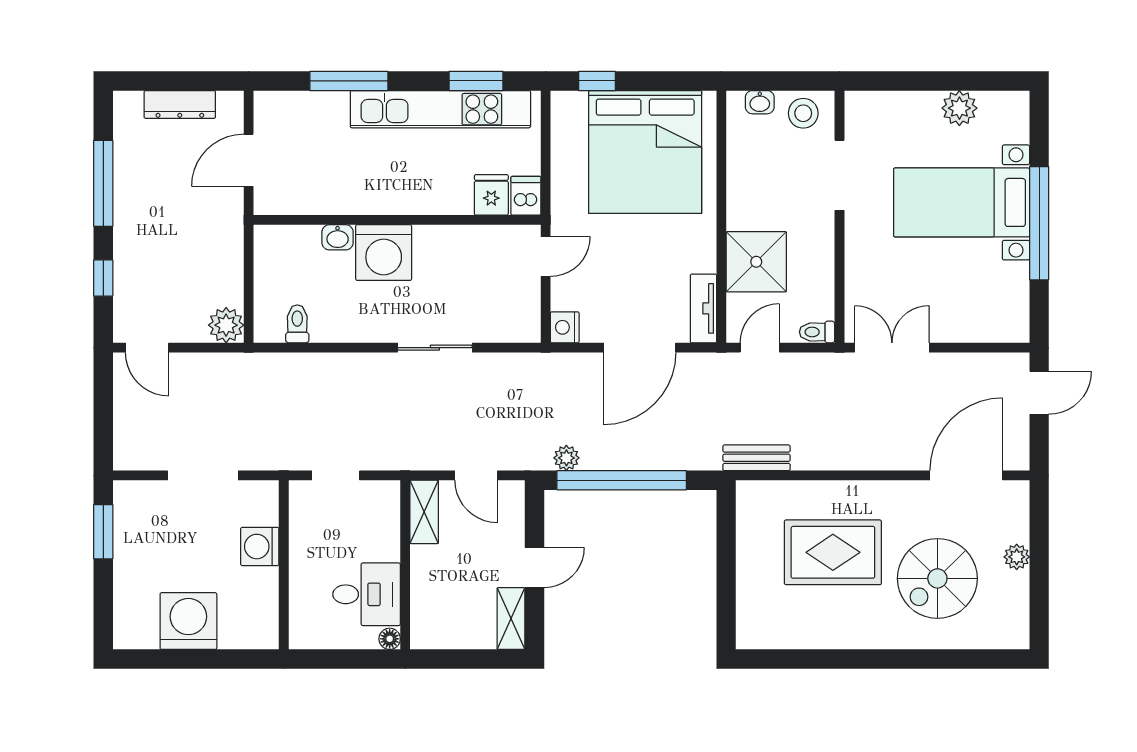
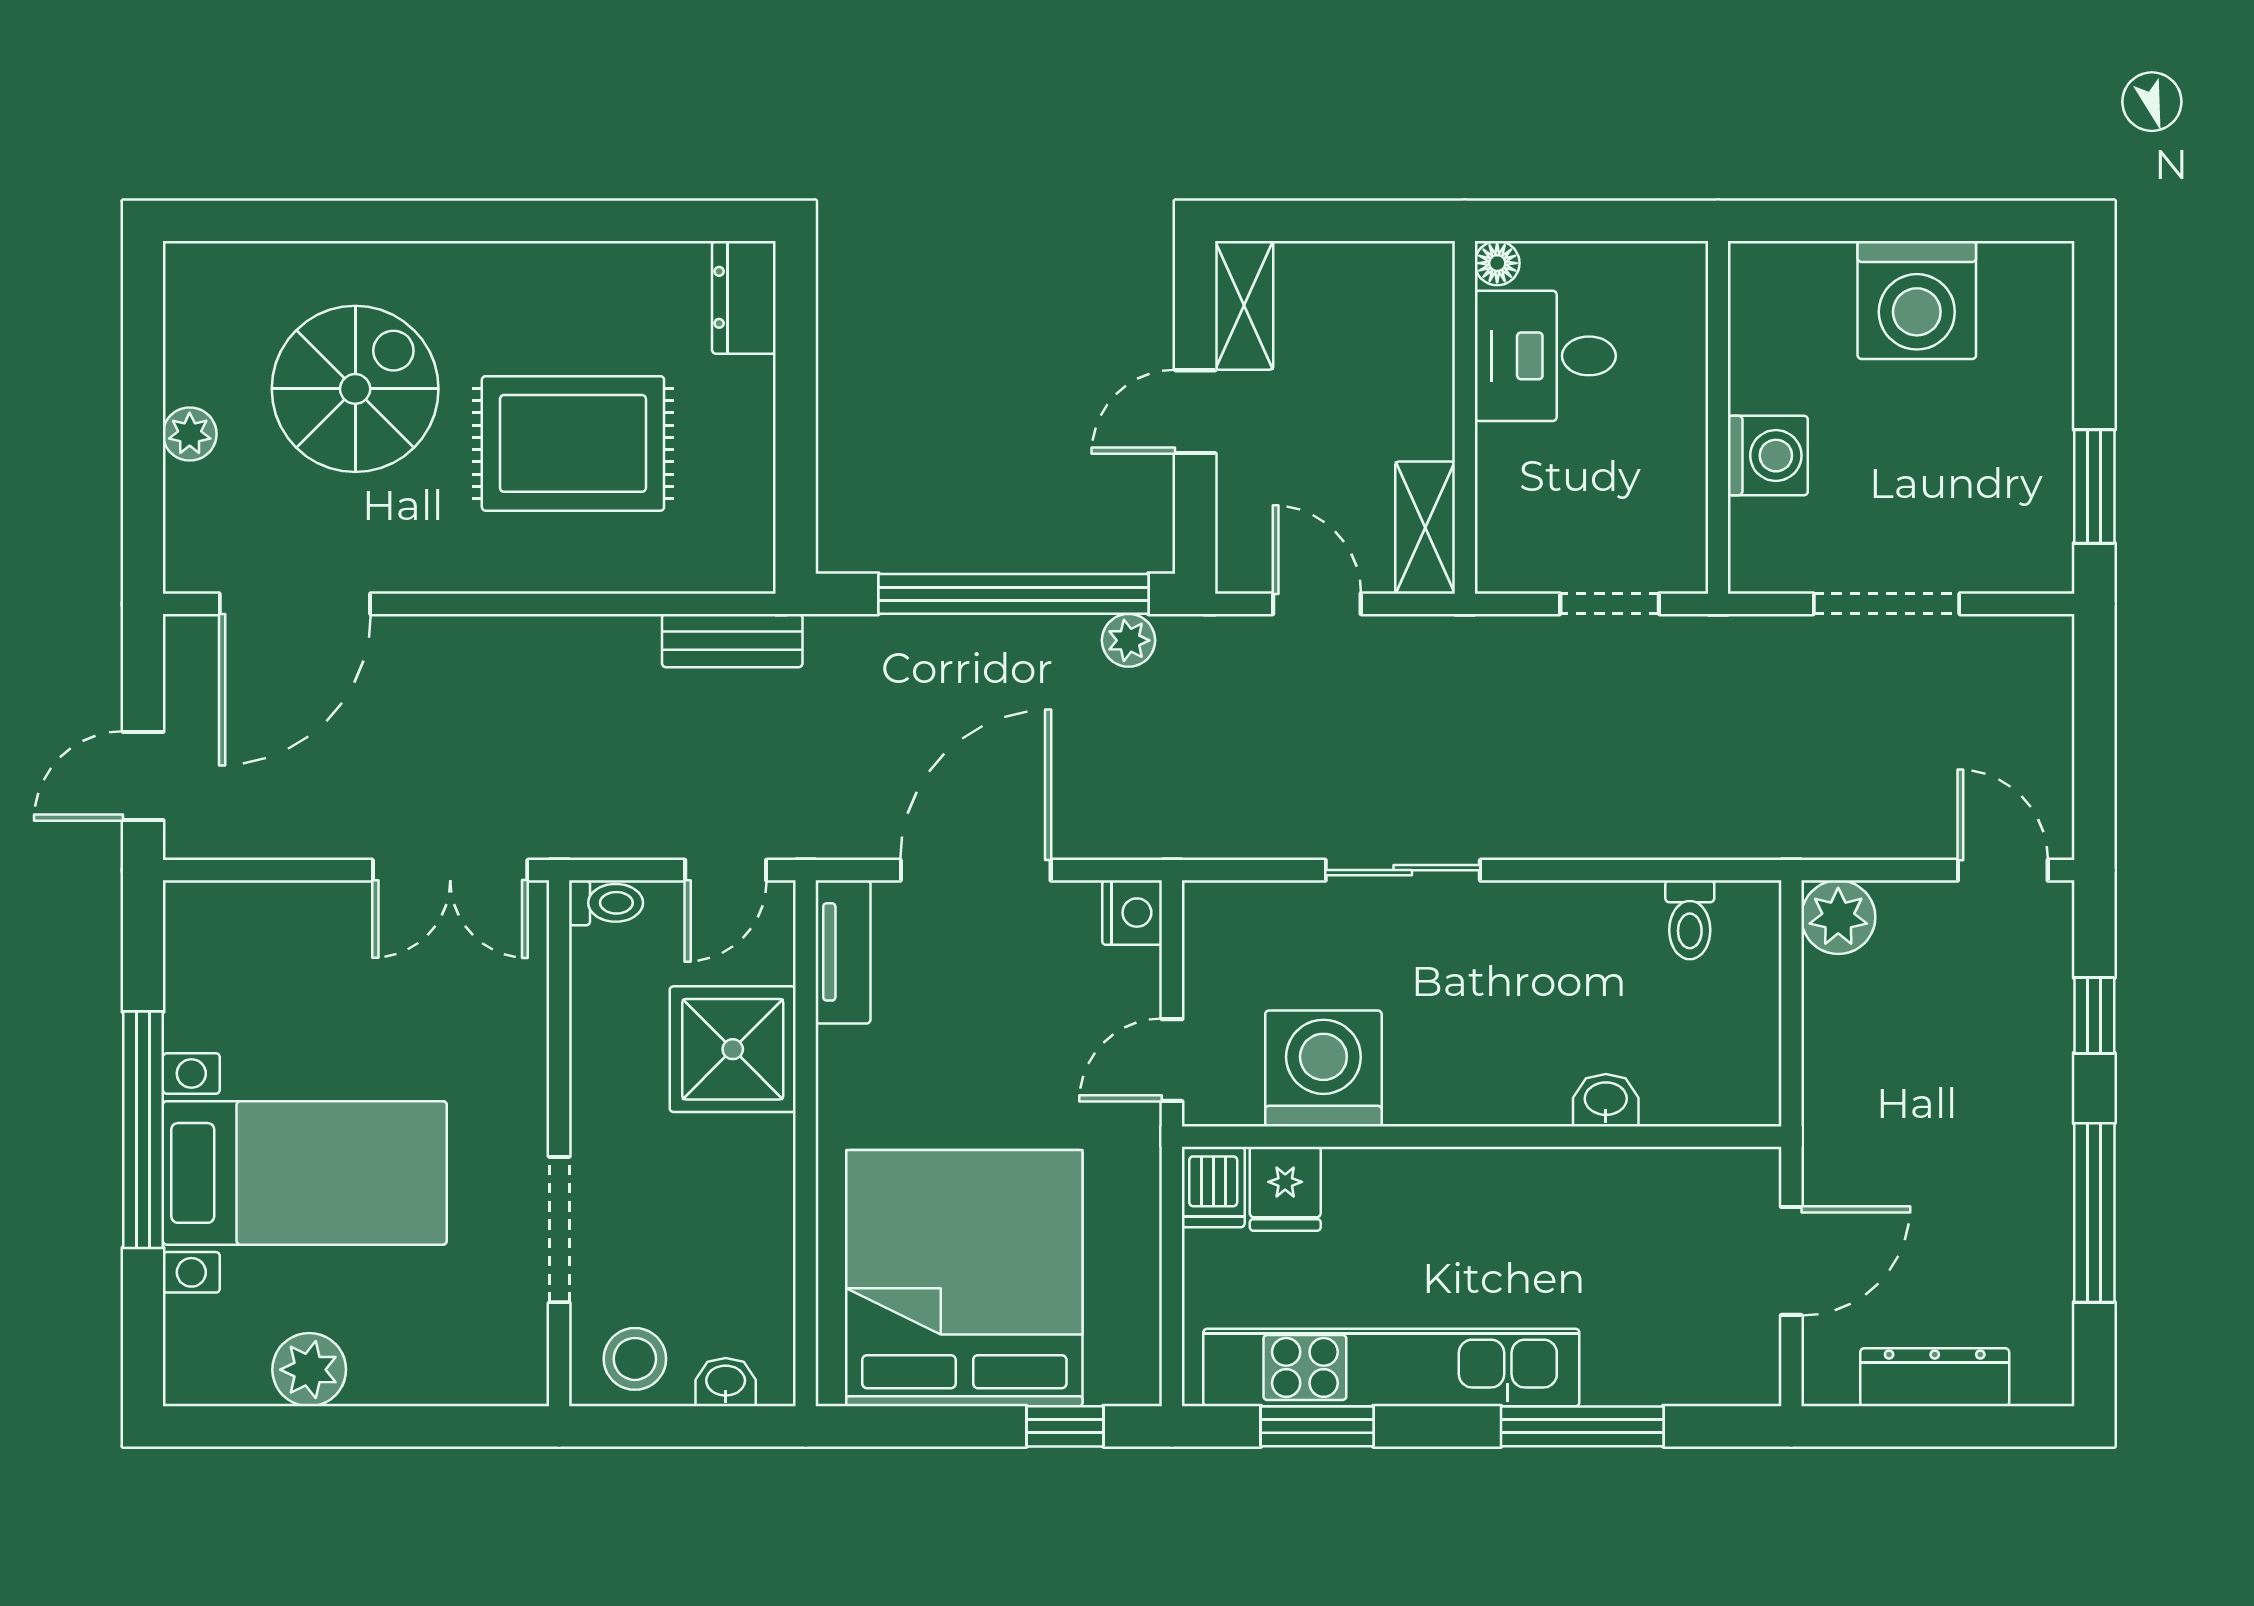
washing machine: (384, 253) -> (1323, 1068), moved
dresser: (751, 622) -> (744, 297), added

